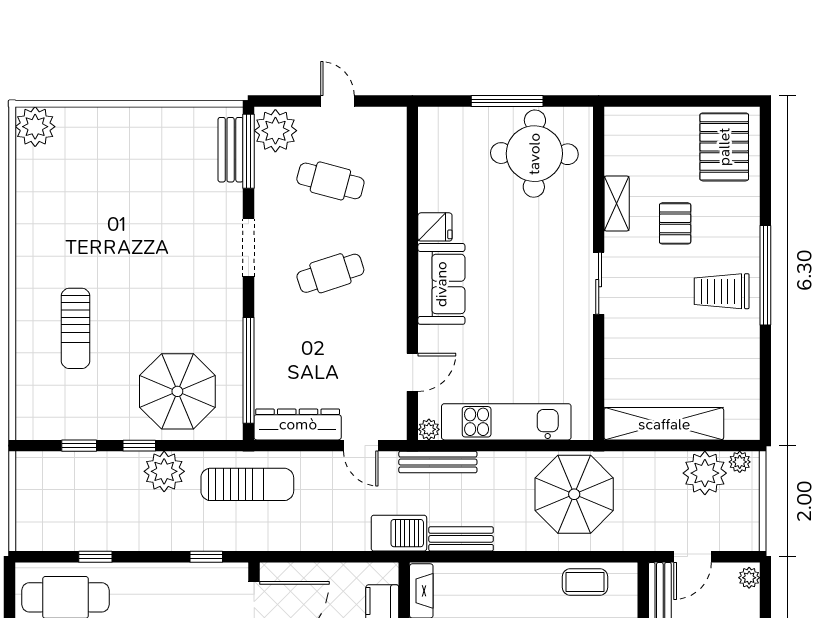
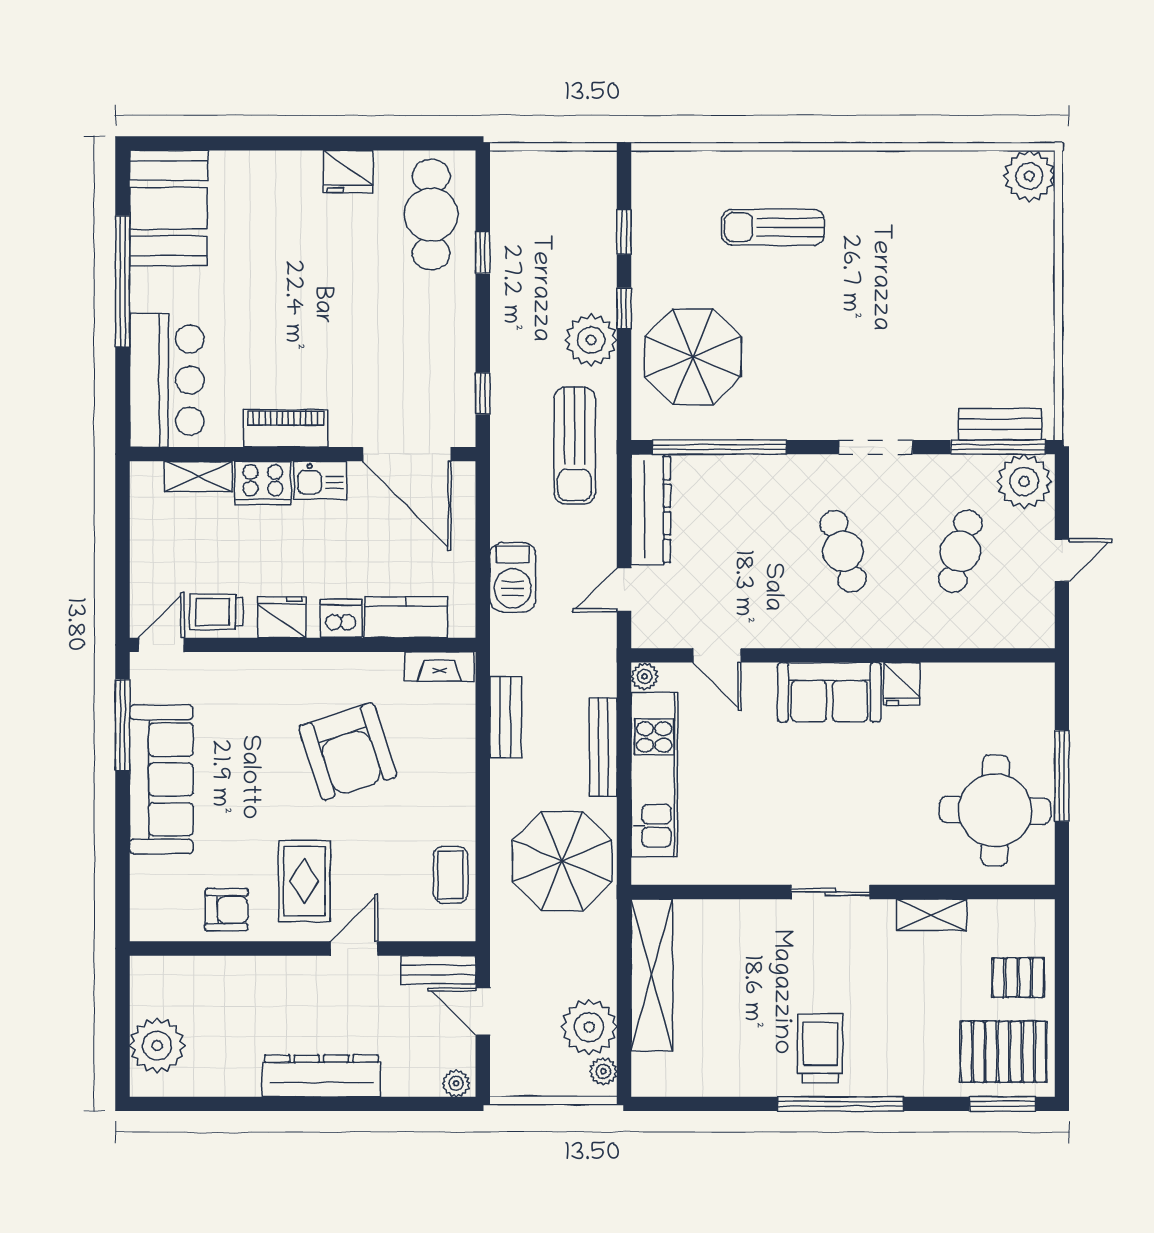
window: (765, 148) -> (1003, 1104), added
pallet: (675, 223) -> (1018, 978), moved
bench: (438, 462) -> (603, 747), moved
barbecue: (399, 533) -> (513, 577), moved

